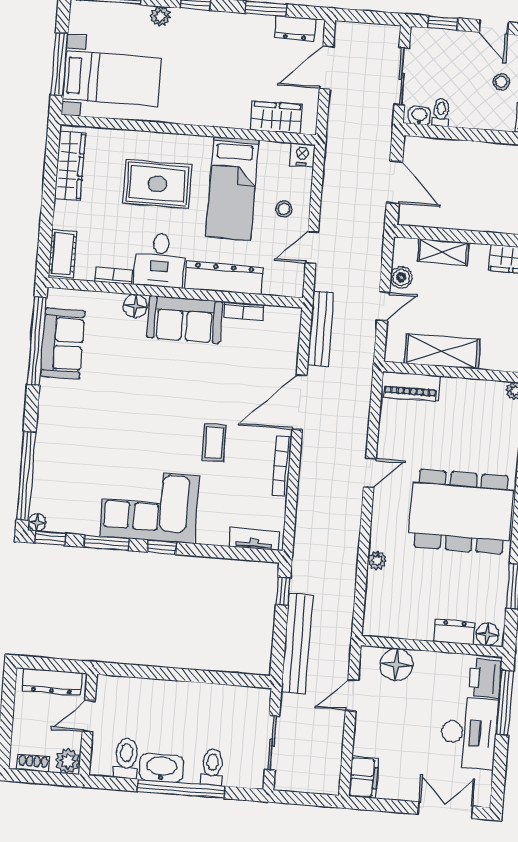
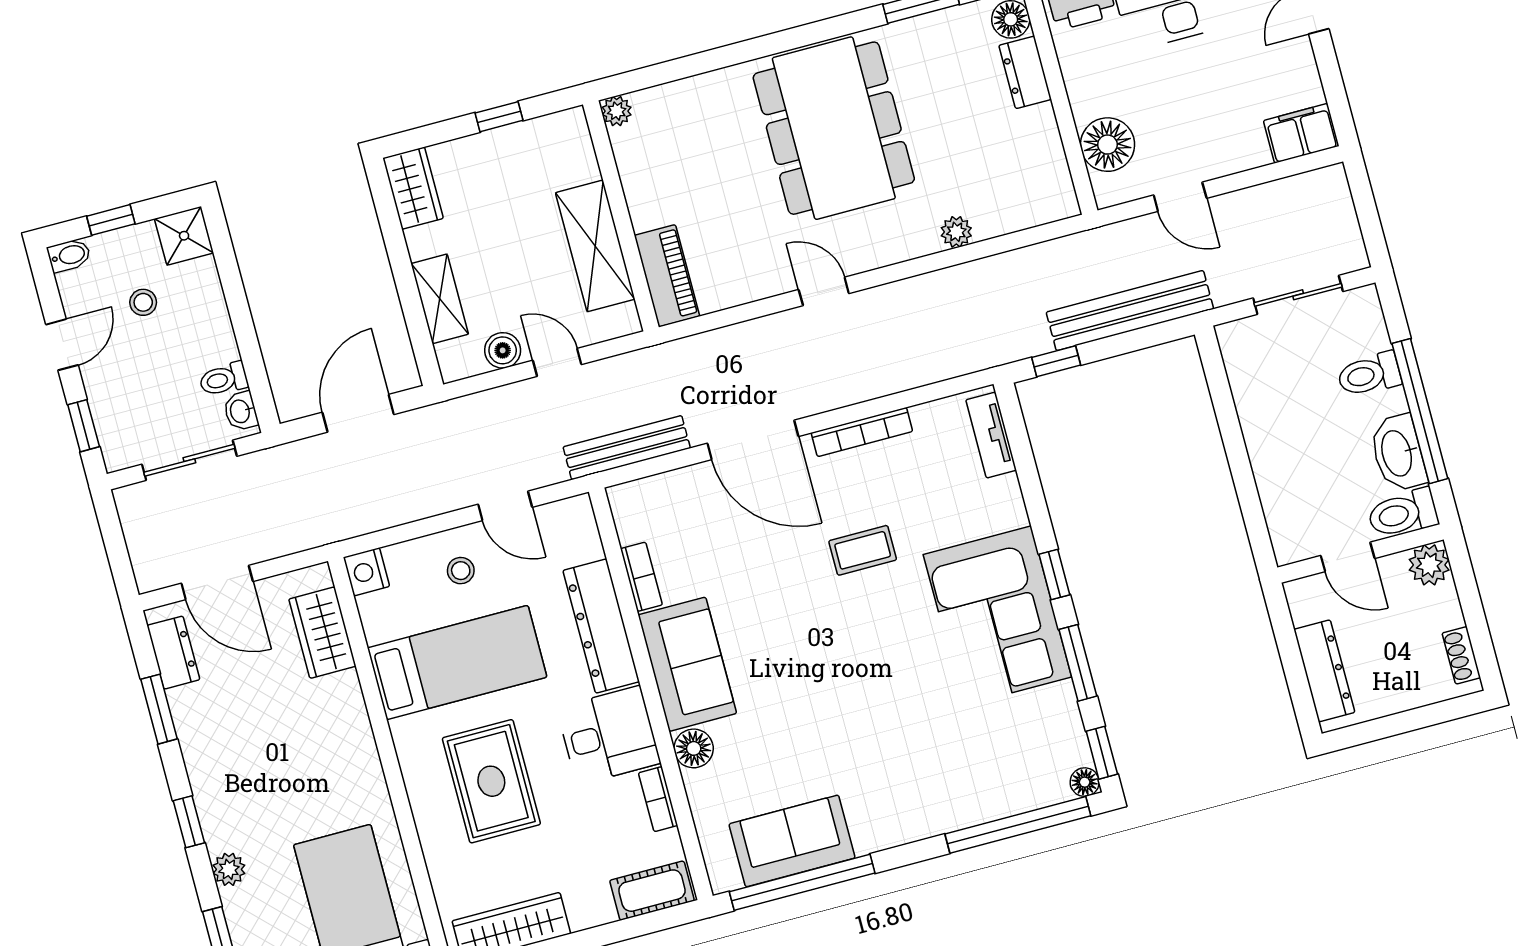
door: (89, 716) -> (1348, 557), moved
wall: (88, 724) -> (1361, 554), moved
plant: (68, 761) -> (1429, 565), moved

